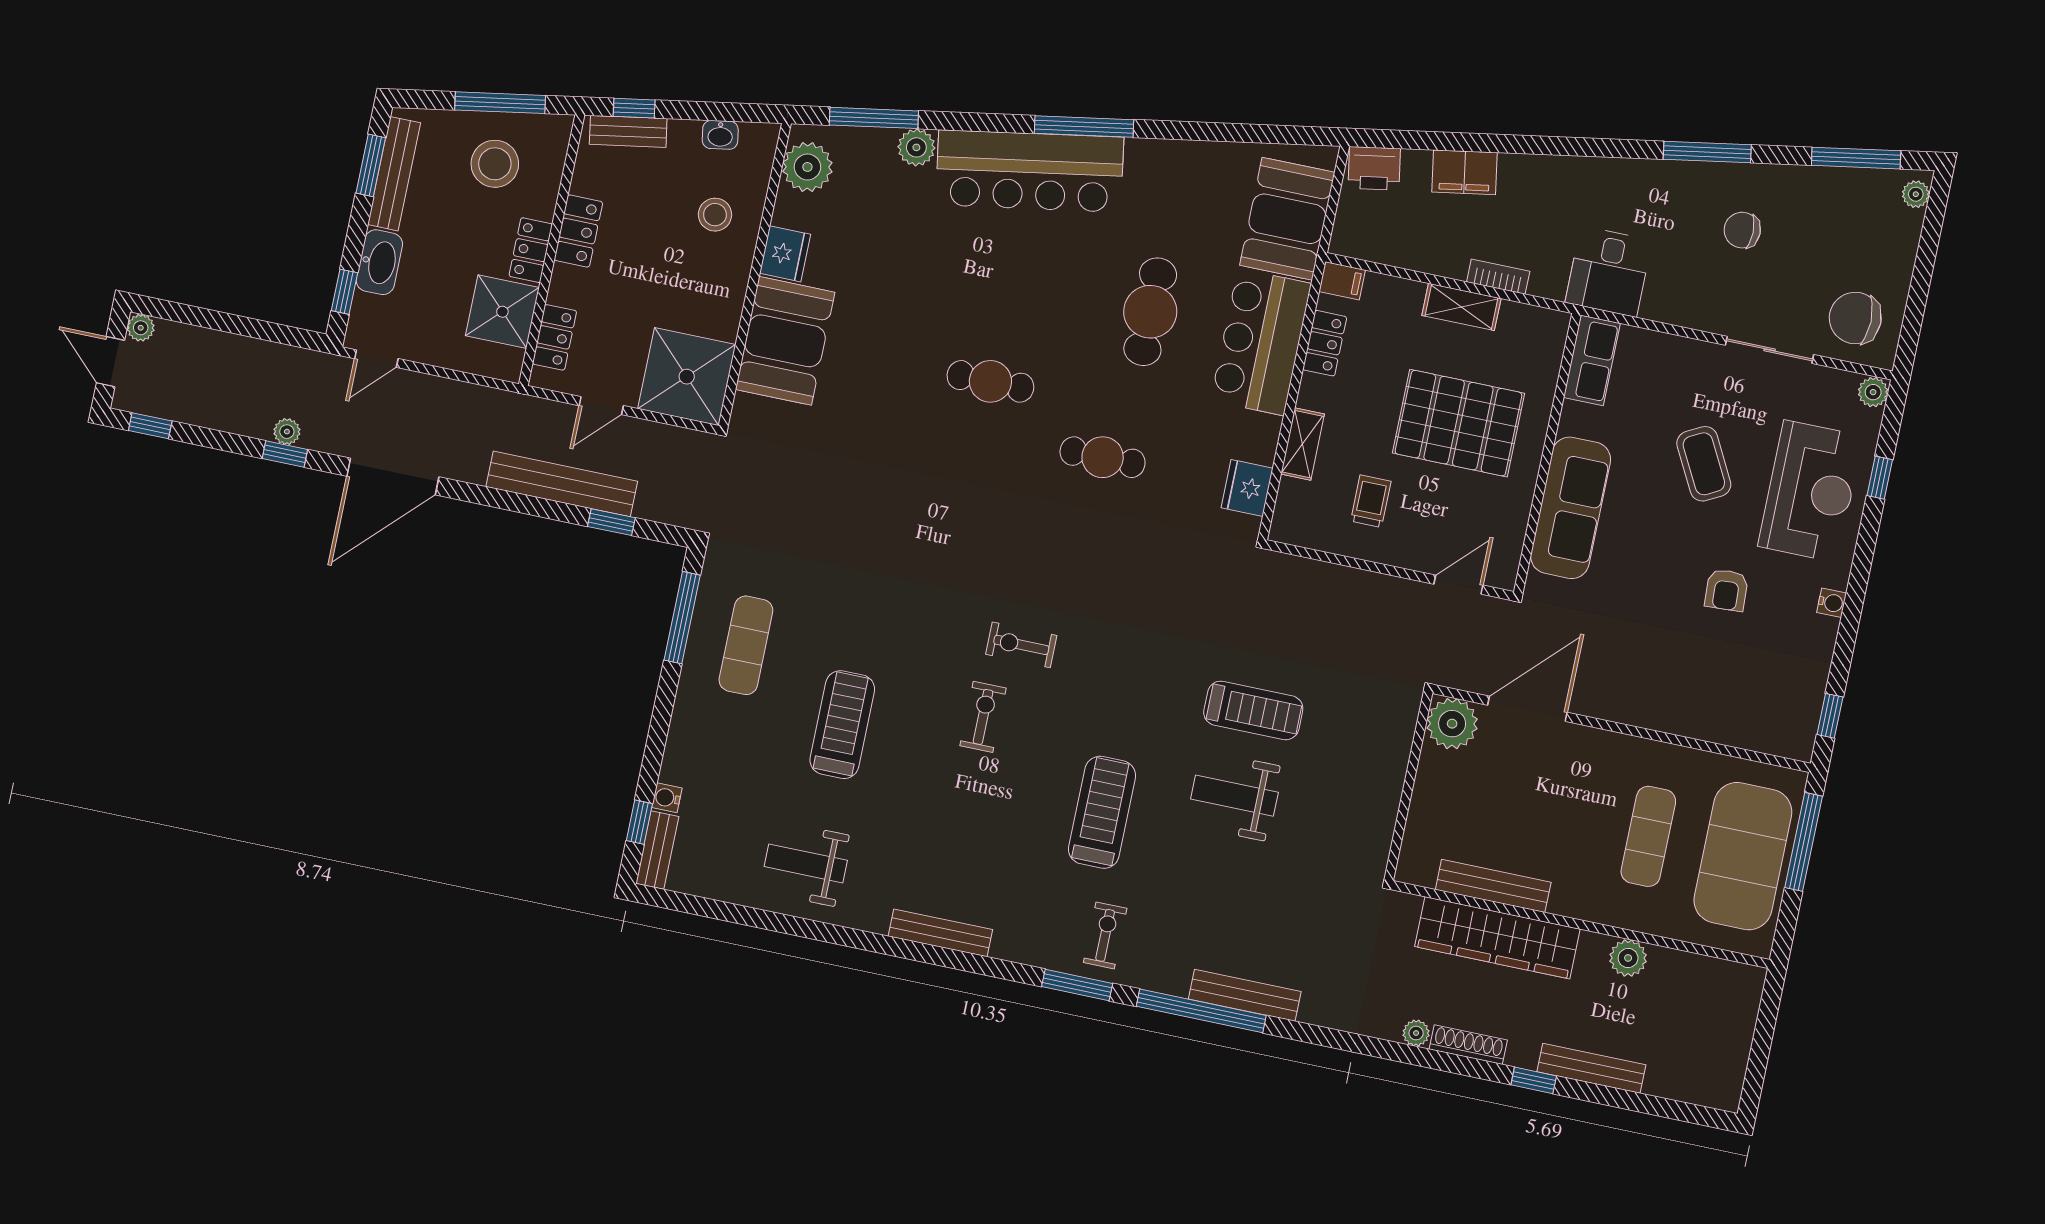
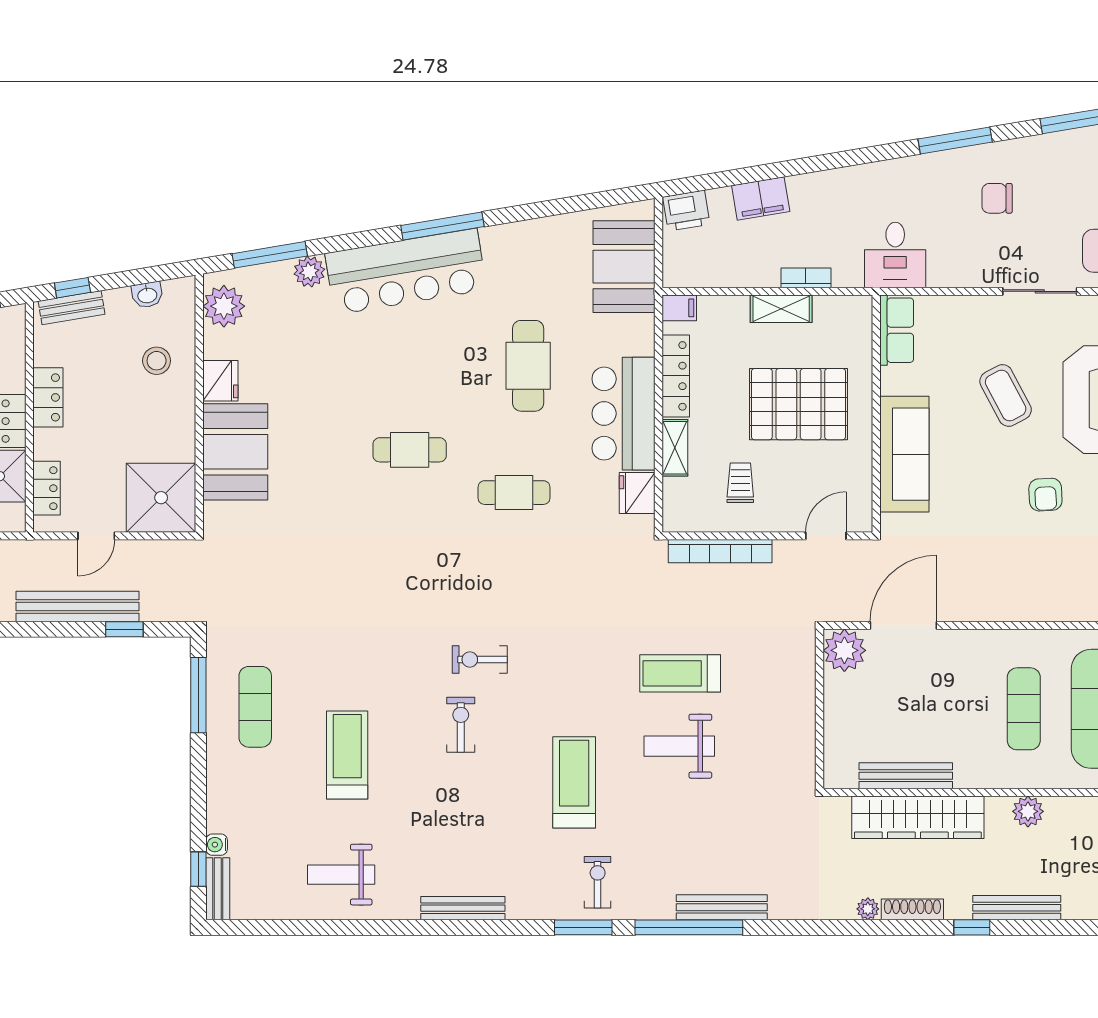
bar counter: (1261, 342) -> (624, 414), moved
locker: (1325, 343) -> (676, 376), width x1.53
bookcase: (1330, 577) -> (720, 551), added
treadmill: (1253, 710) -> (680, 673), turned 180

